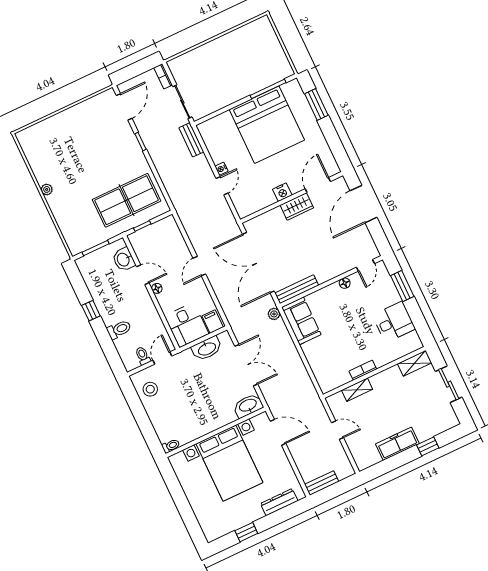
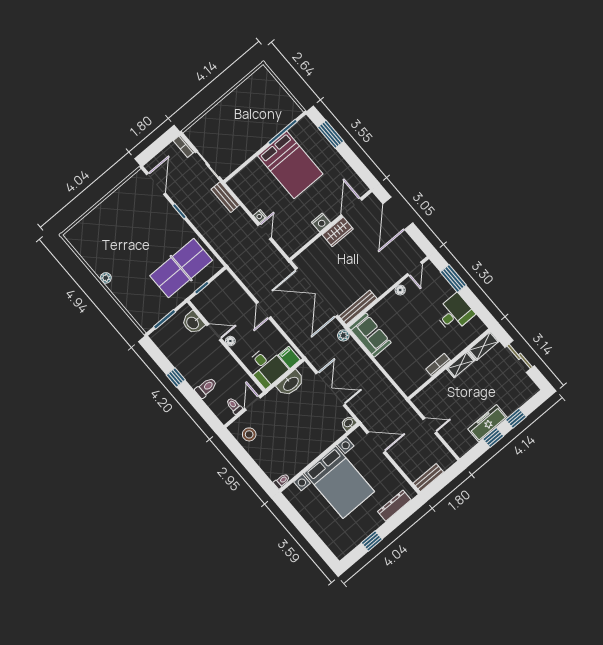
bed: (267, 125) -> (290, 165), width x0.73
shelving: (357, 390) -> (461, 364), moved
washbasin: (248, 406) -> (349, 423), width x0.52, depth x0.69
window: (399, 460) -> (493, 437), added

